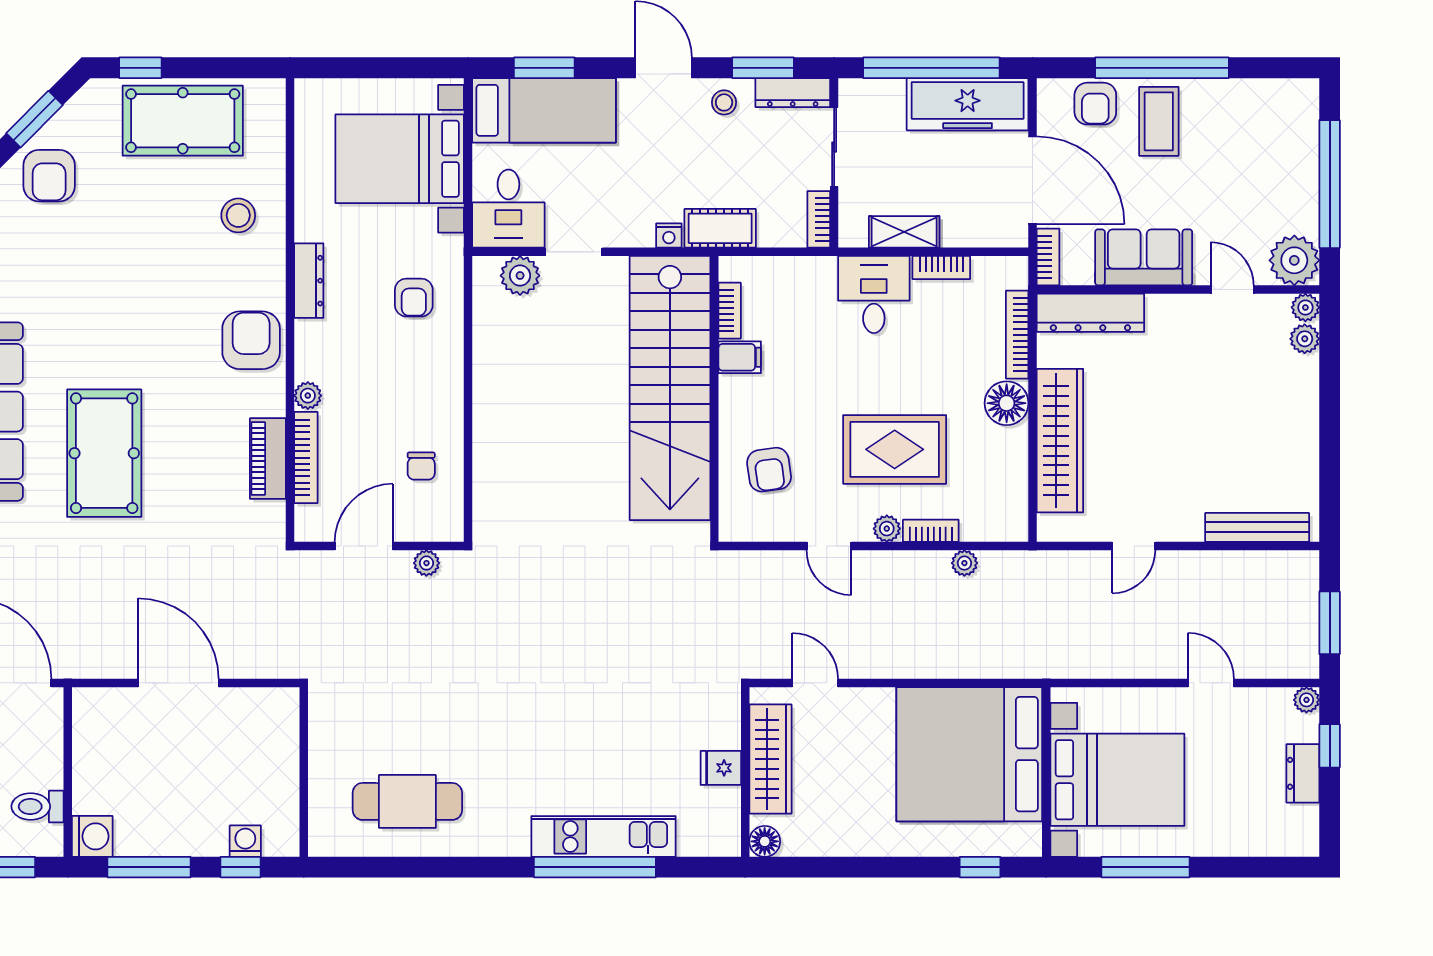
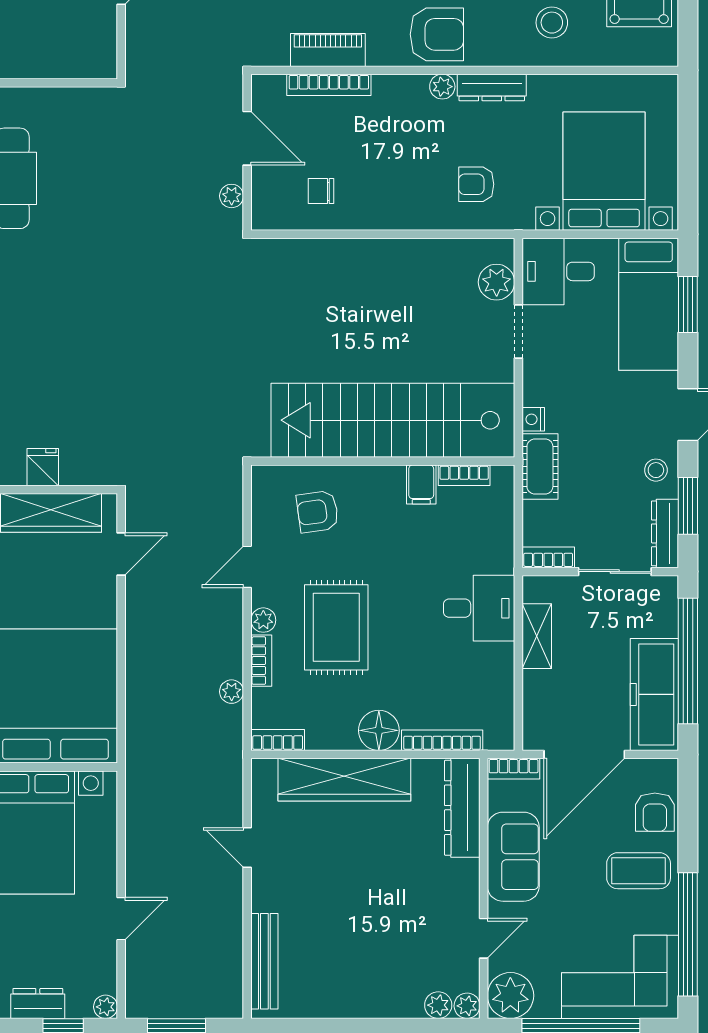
window: (1162, 68) -> (688, 934), moved
armchair: (1095, 104) -> (655, 812), turned -90
corner sofa: (1274, 141) -> (620, 977), added
bookcase: (941, 268) -> (278, 740), moved, turned 90
plant: (308, 396) -> (442, 87), moved

